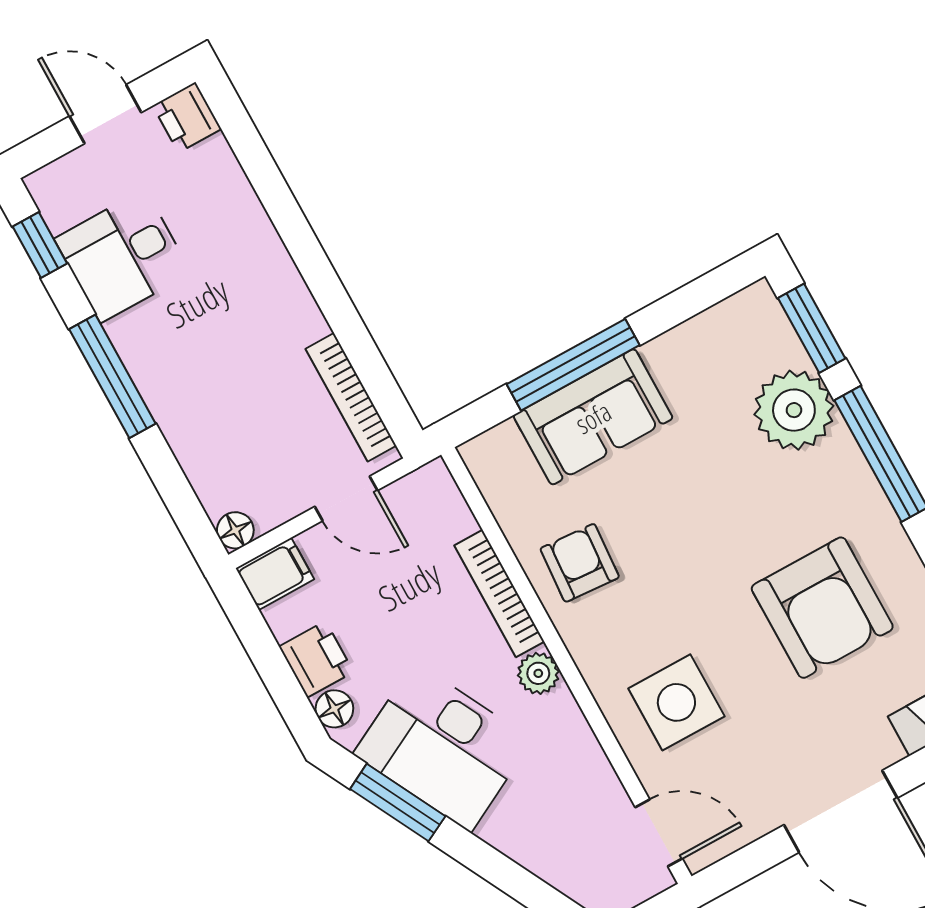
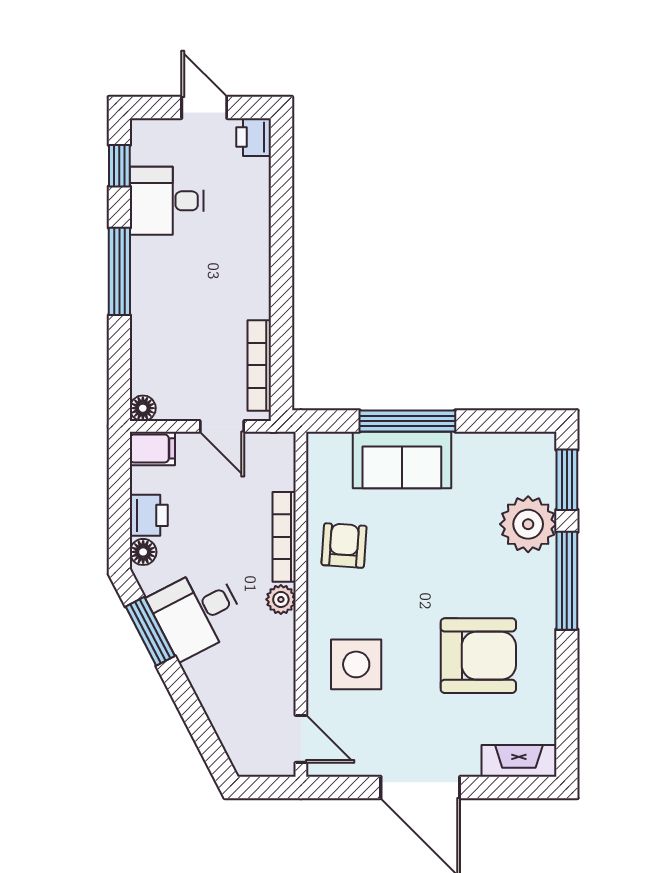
armchair: (822, 608) -> (478, 656), turned -90
desk: (443, 747) -> (197, 612), width x0.73

